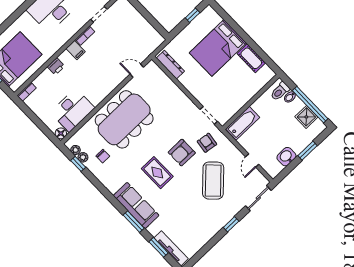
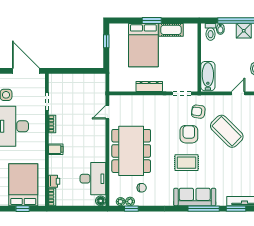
window: (244, 36) -> (152, 21), added
filing cabinet: (76, 50) -> (56, 149), moved
dresser: (170, 65) -> (149, 87), moved
printer: (56, 66) -> (54, 181), moved
armchair: (182, 153) -> (189, 134), turned 180
door: (252, 161) -> (238, 93), swing flipped
window: (134, 222) -> (204, 209), width x1.44

